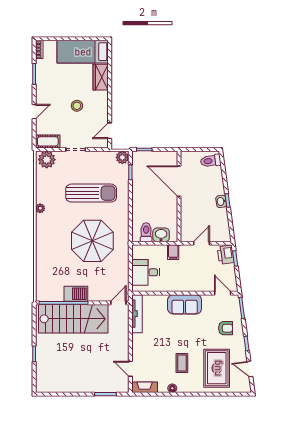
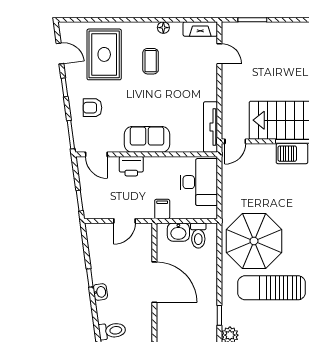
door: (179, 181) -> (154, 282), moved
washbasin: (221, 201) -> (100, 292), moved
parasol: (92, 241) -> (254, 241), moved
printer: (226, 255) -> (131, 166), moved, turned 98
desk: (146, 272) -> (199, 182), width x1.37

